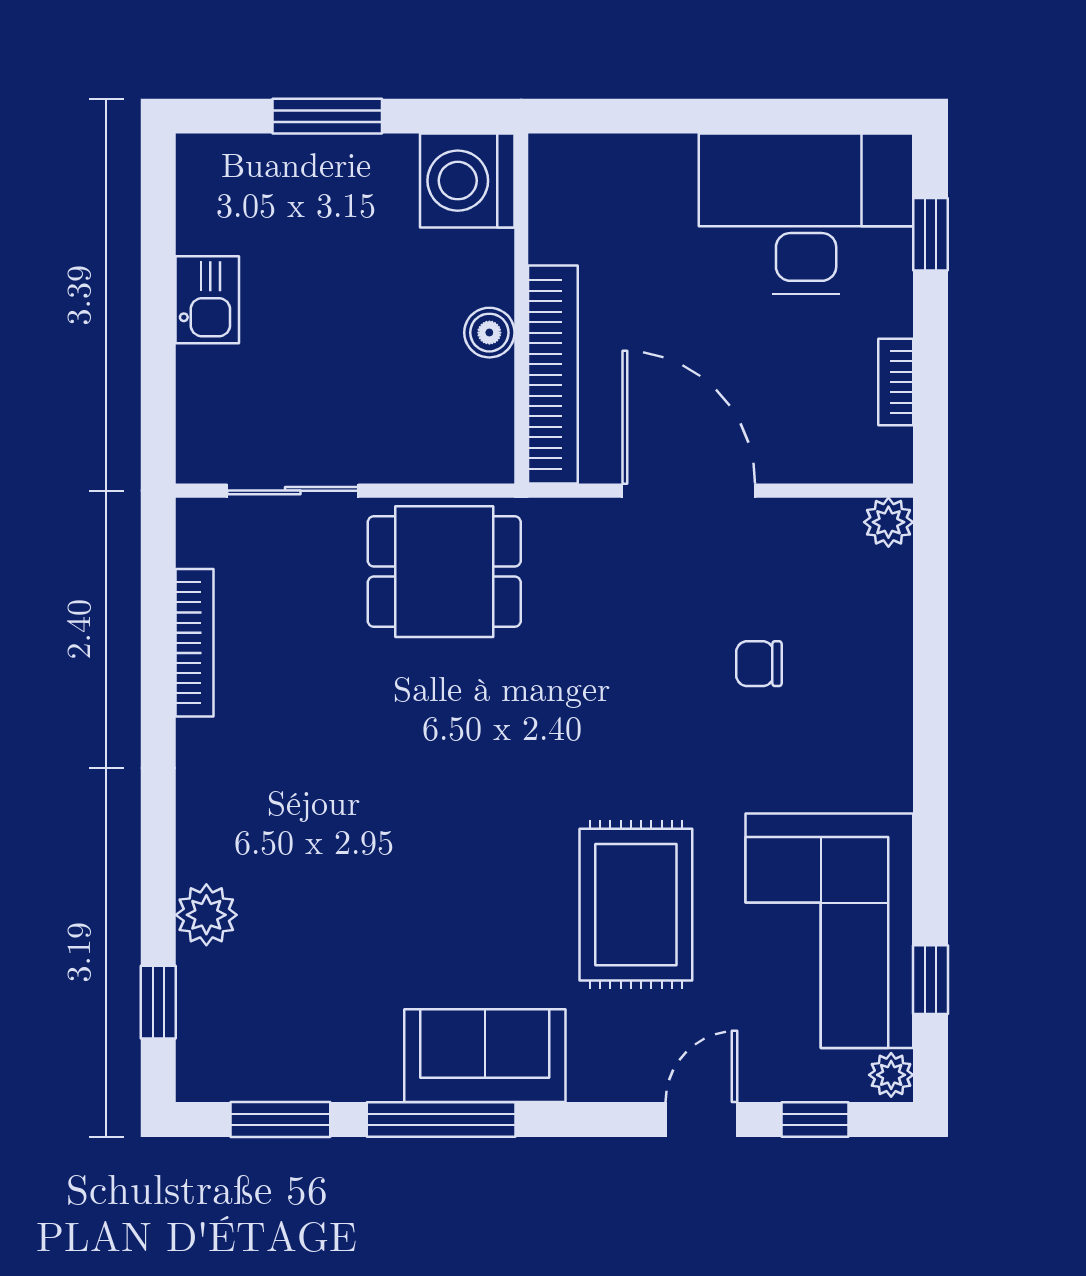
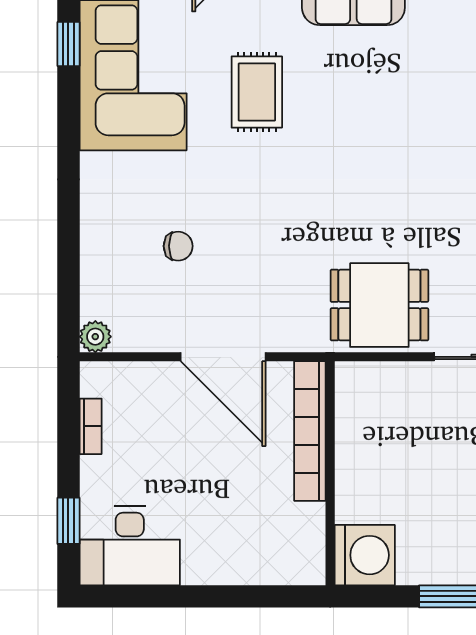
desk: (806, 214) -> (130, 546), width x0.73, depth x0.77
boiler: (489, 333) -> (351, 458), removed
rug: (636, 905) -> (257, 92), width x0.73, depth x0.70

